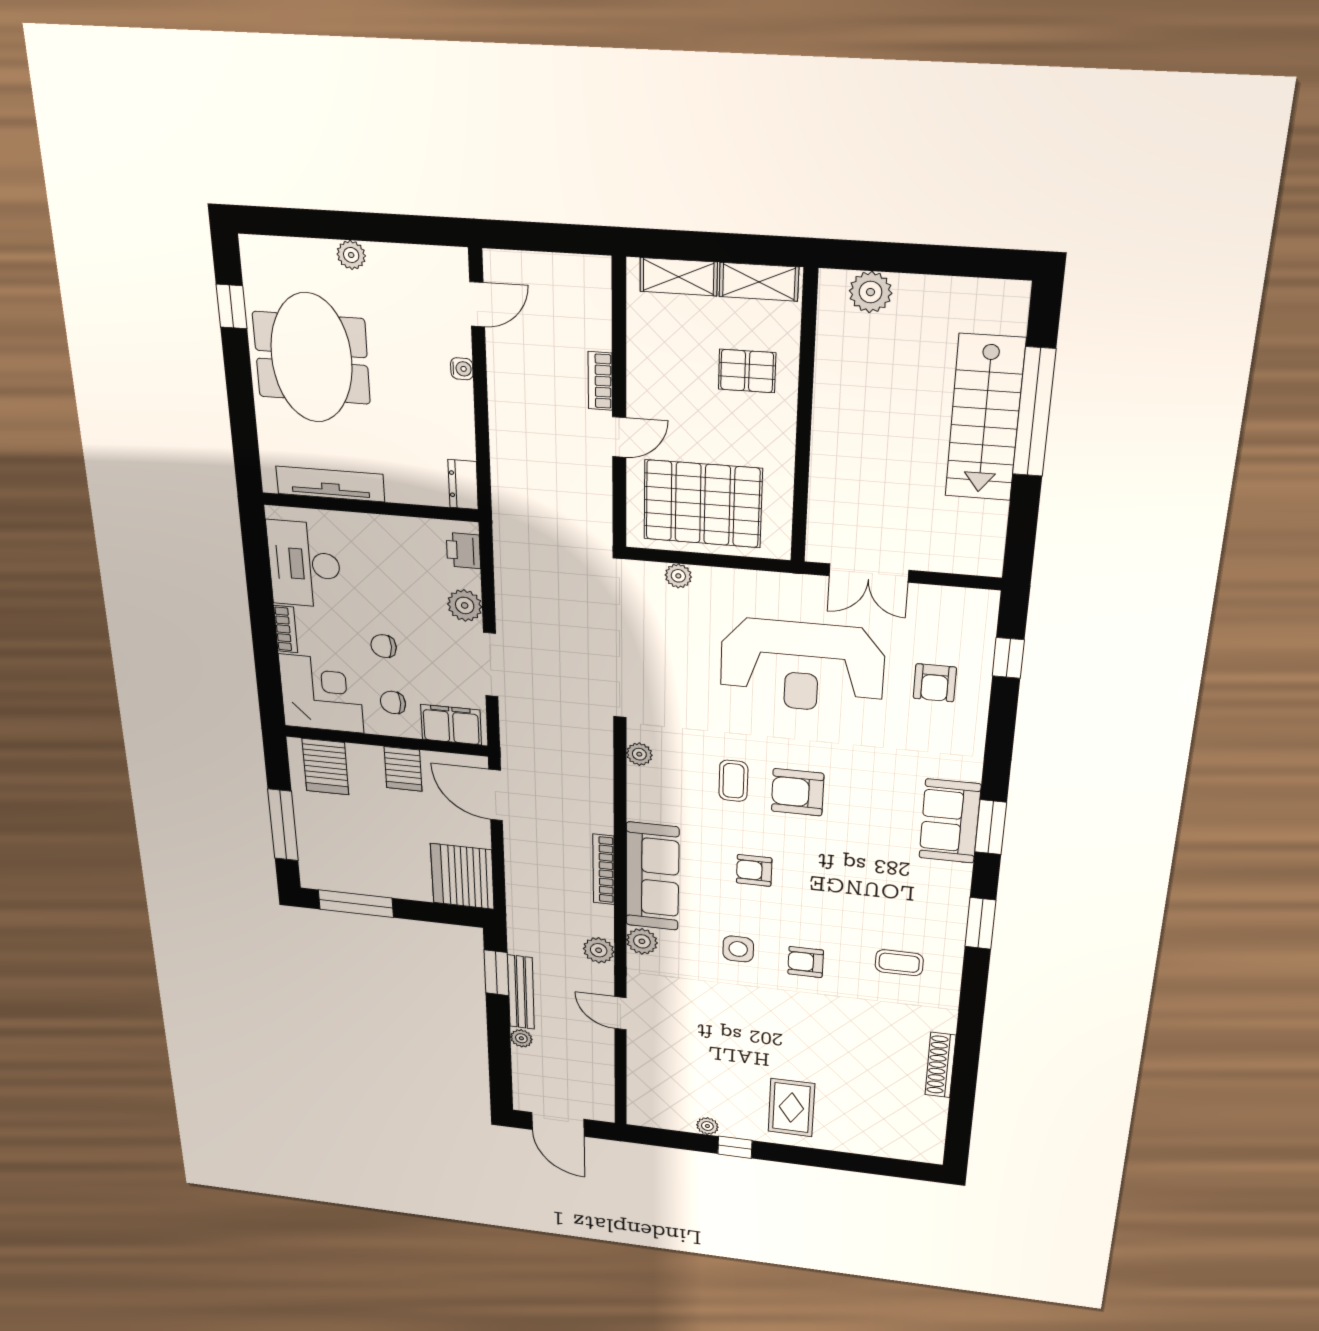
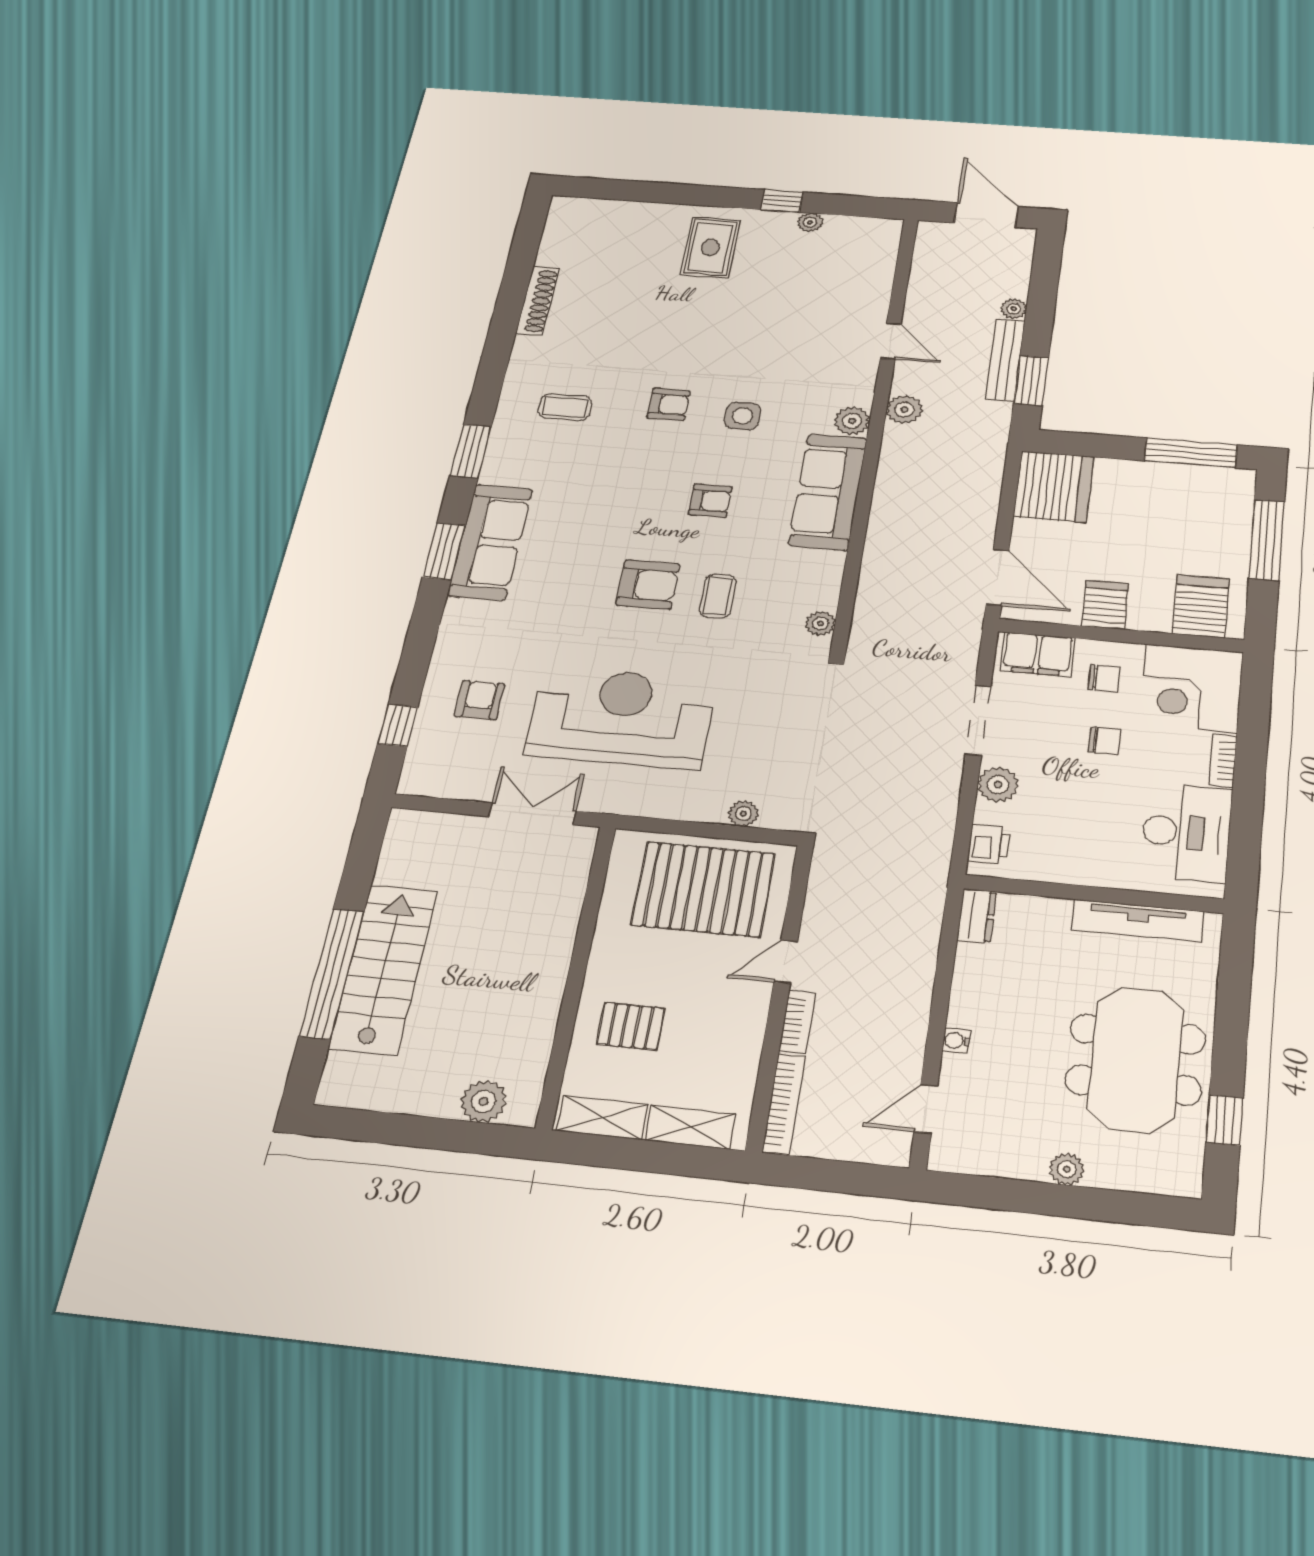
sofa: (950, 821) -> (490, 542), width x1.36
bookcase: (604, 869) -> (784, 1104), moved

